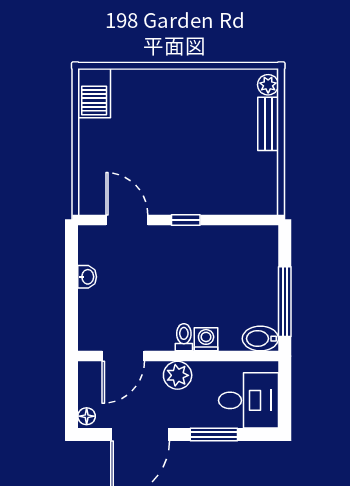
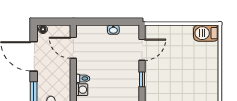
plant: (178, 375) -> (64, 75), removed

